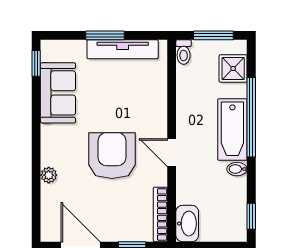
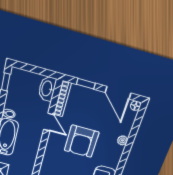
door: (172, 153) -> (49, 122), moved
floor lamp: (48, 234) -> (136, 106), added

